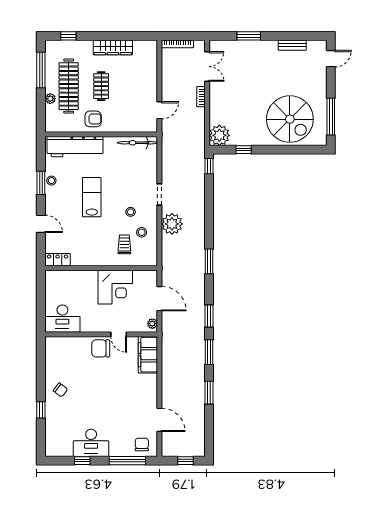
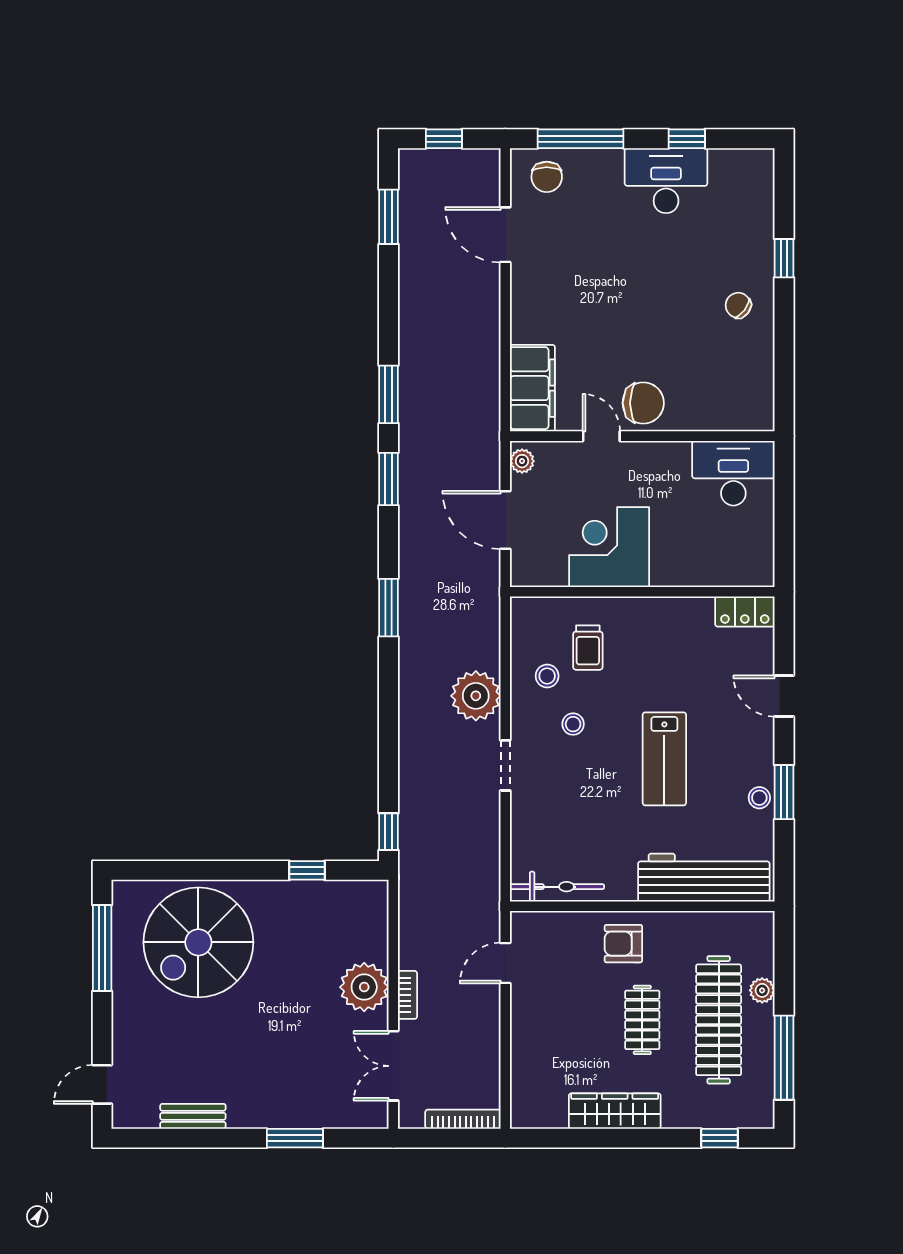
armchair: (93, 119) -> (623, 944), moved
spiral stairs: (290, 119) -> (198, 942), turned -90
plant: (219, 135) -> (364, 987), moved
window: (209, 393) -> (389, 217), moved

